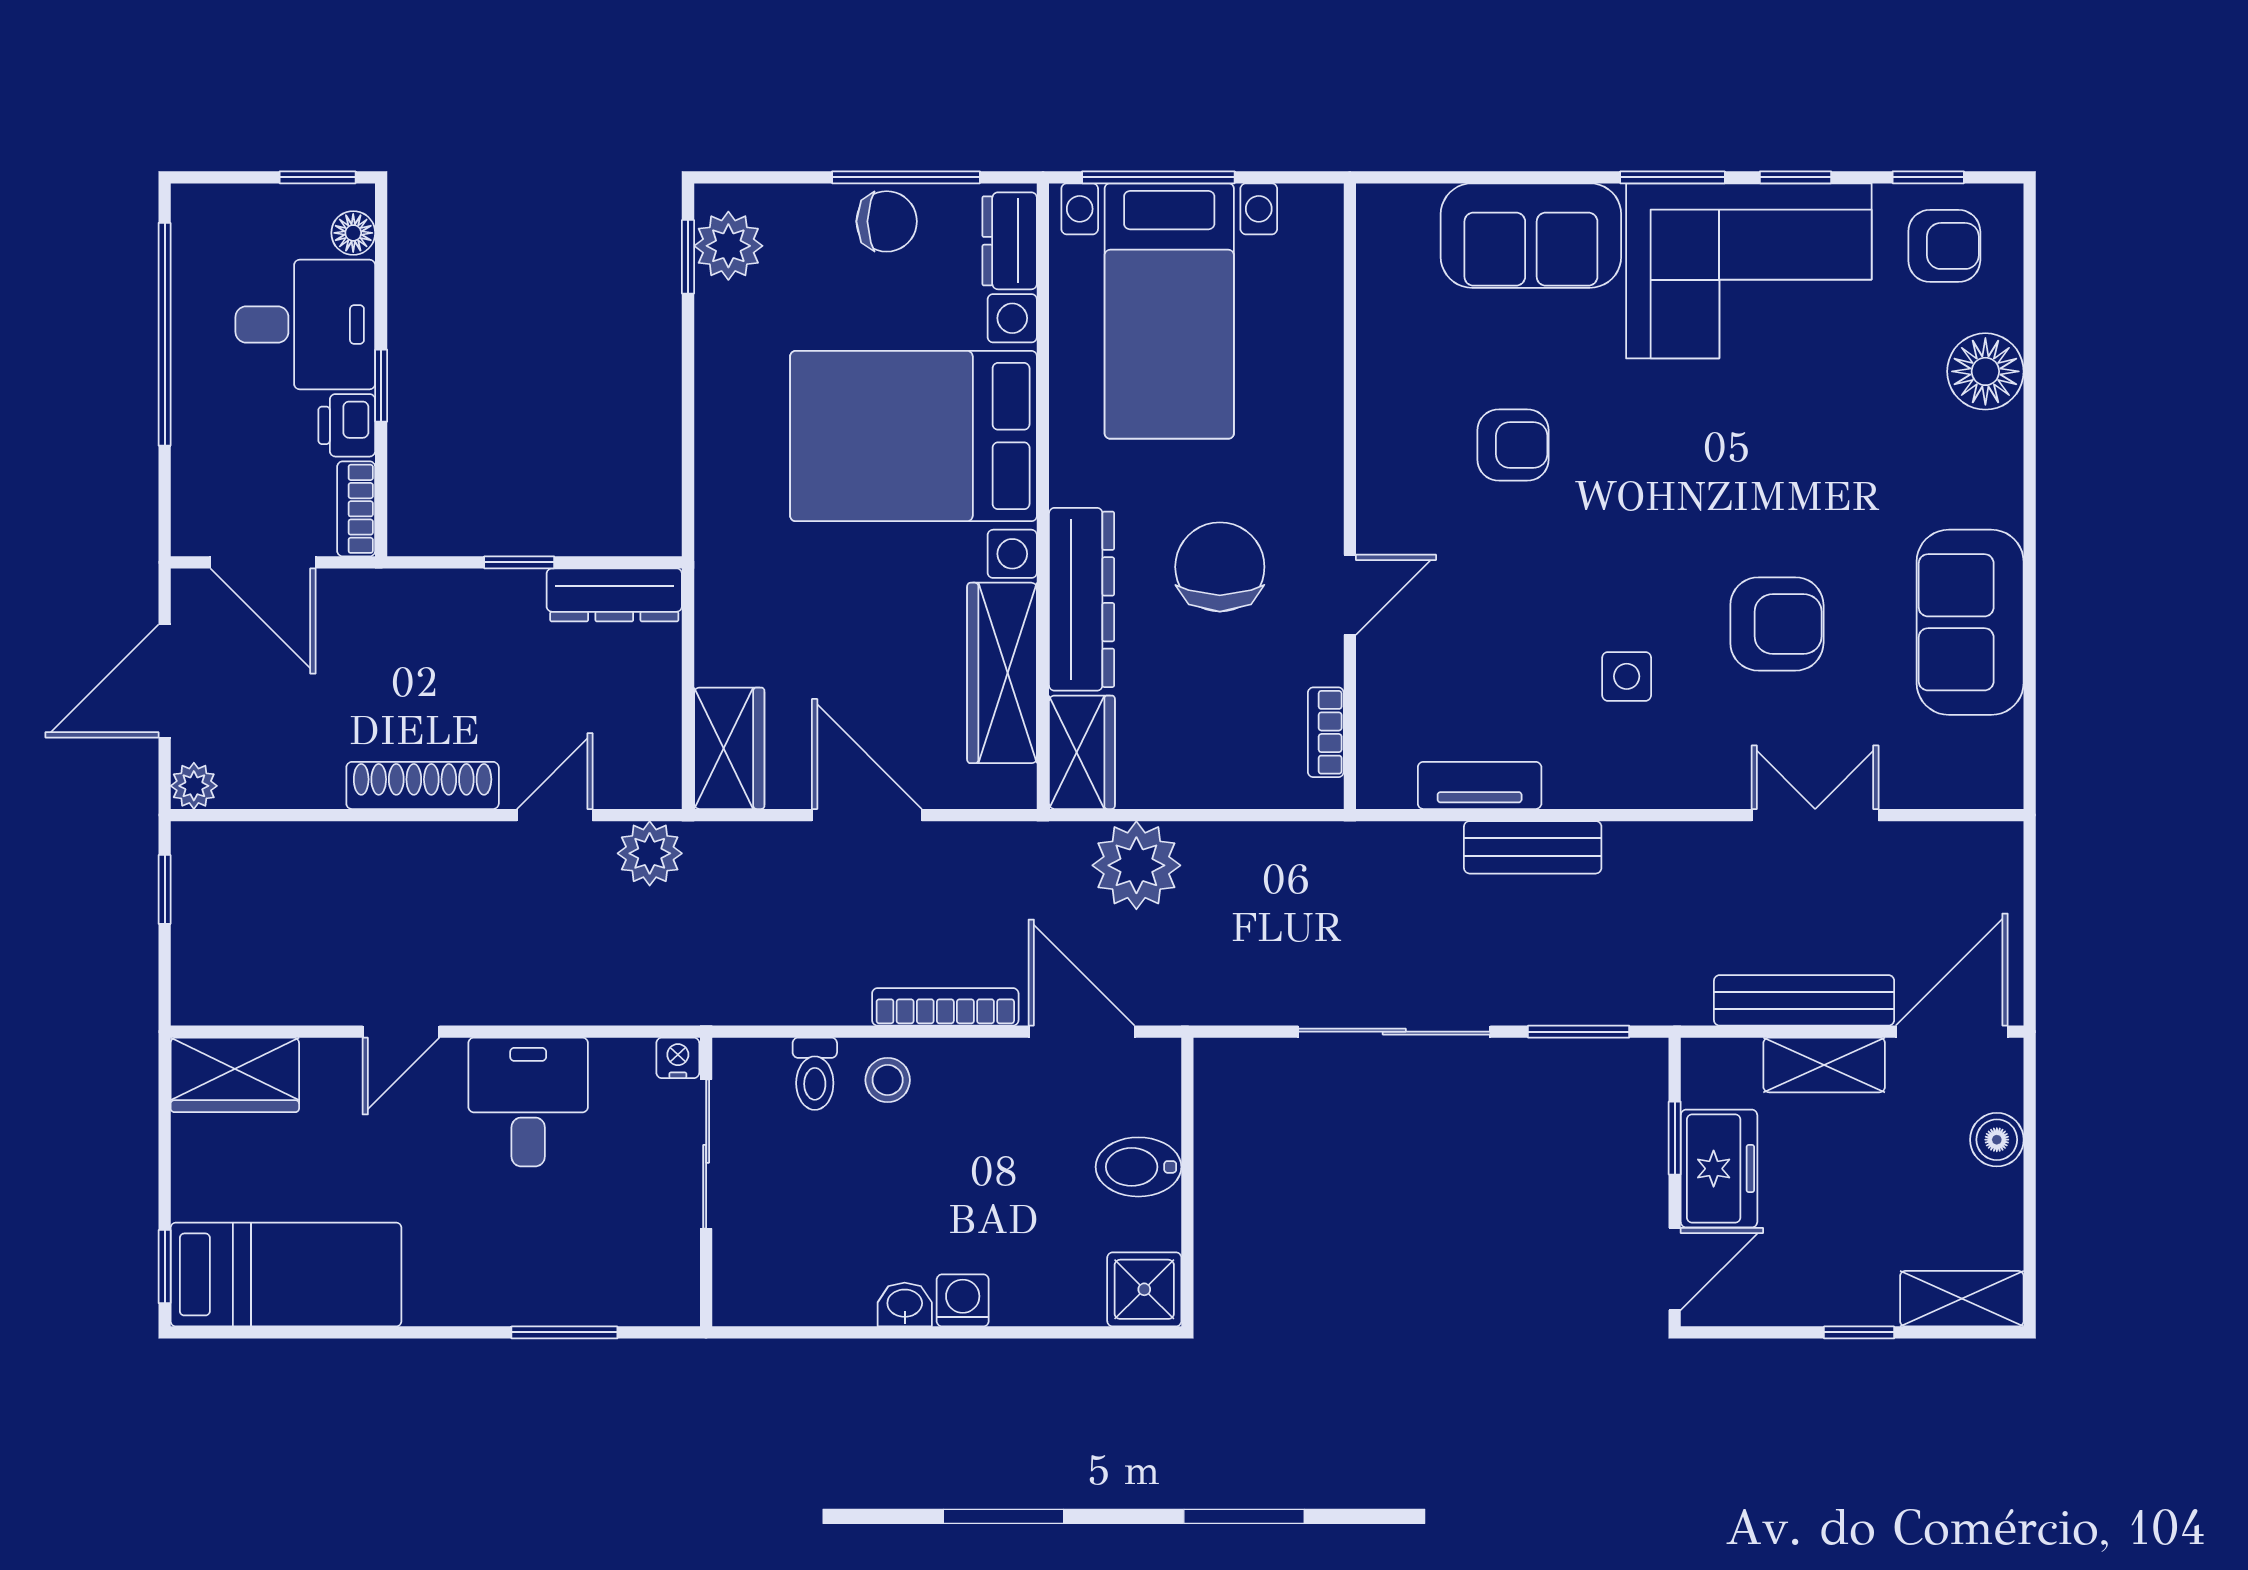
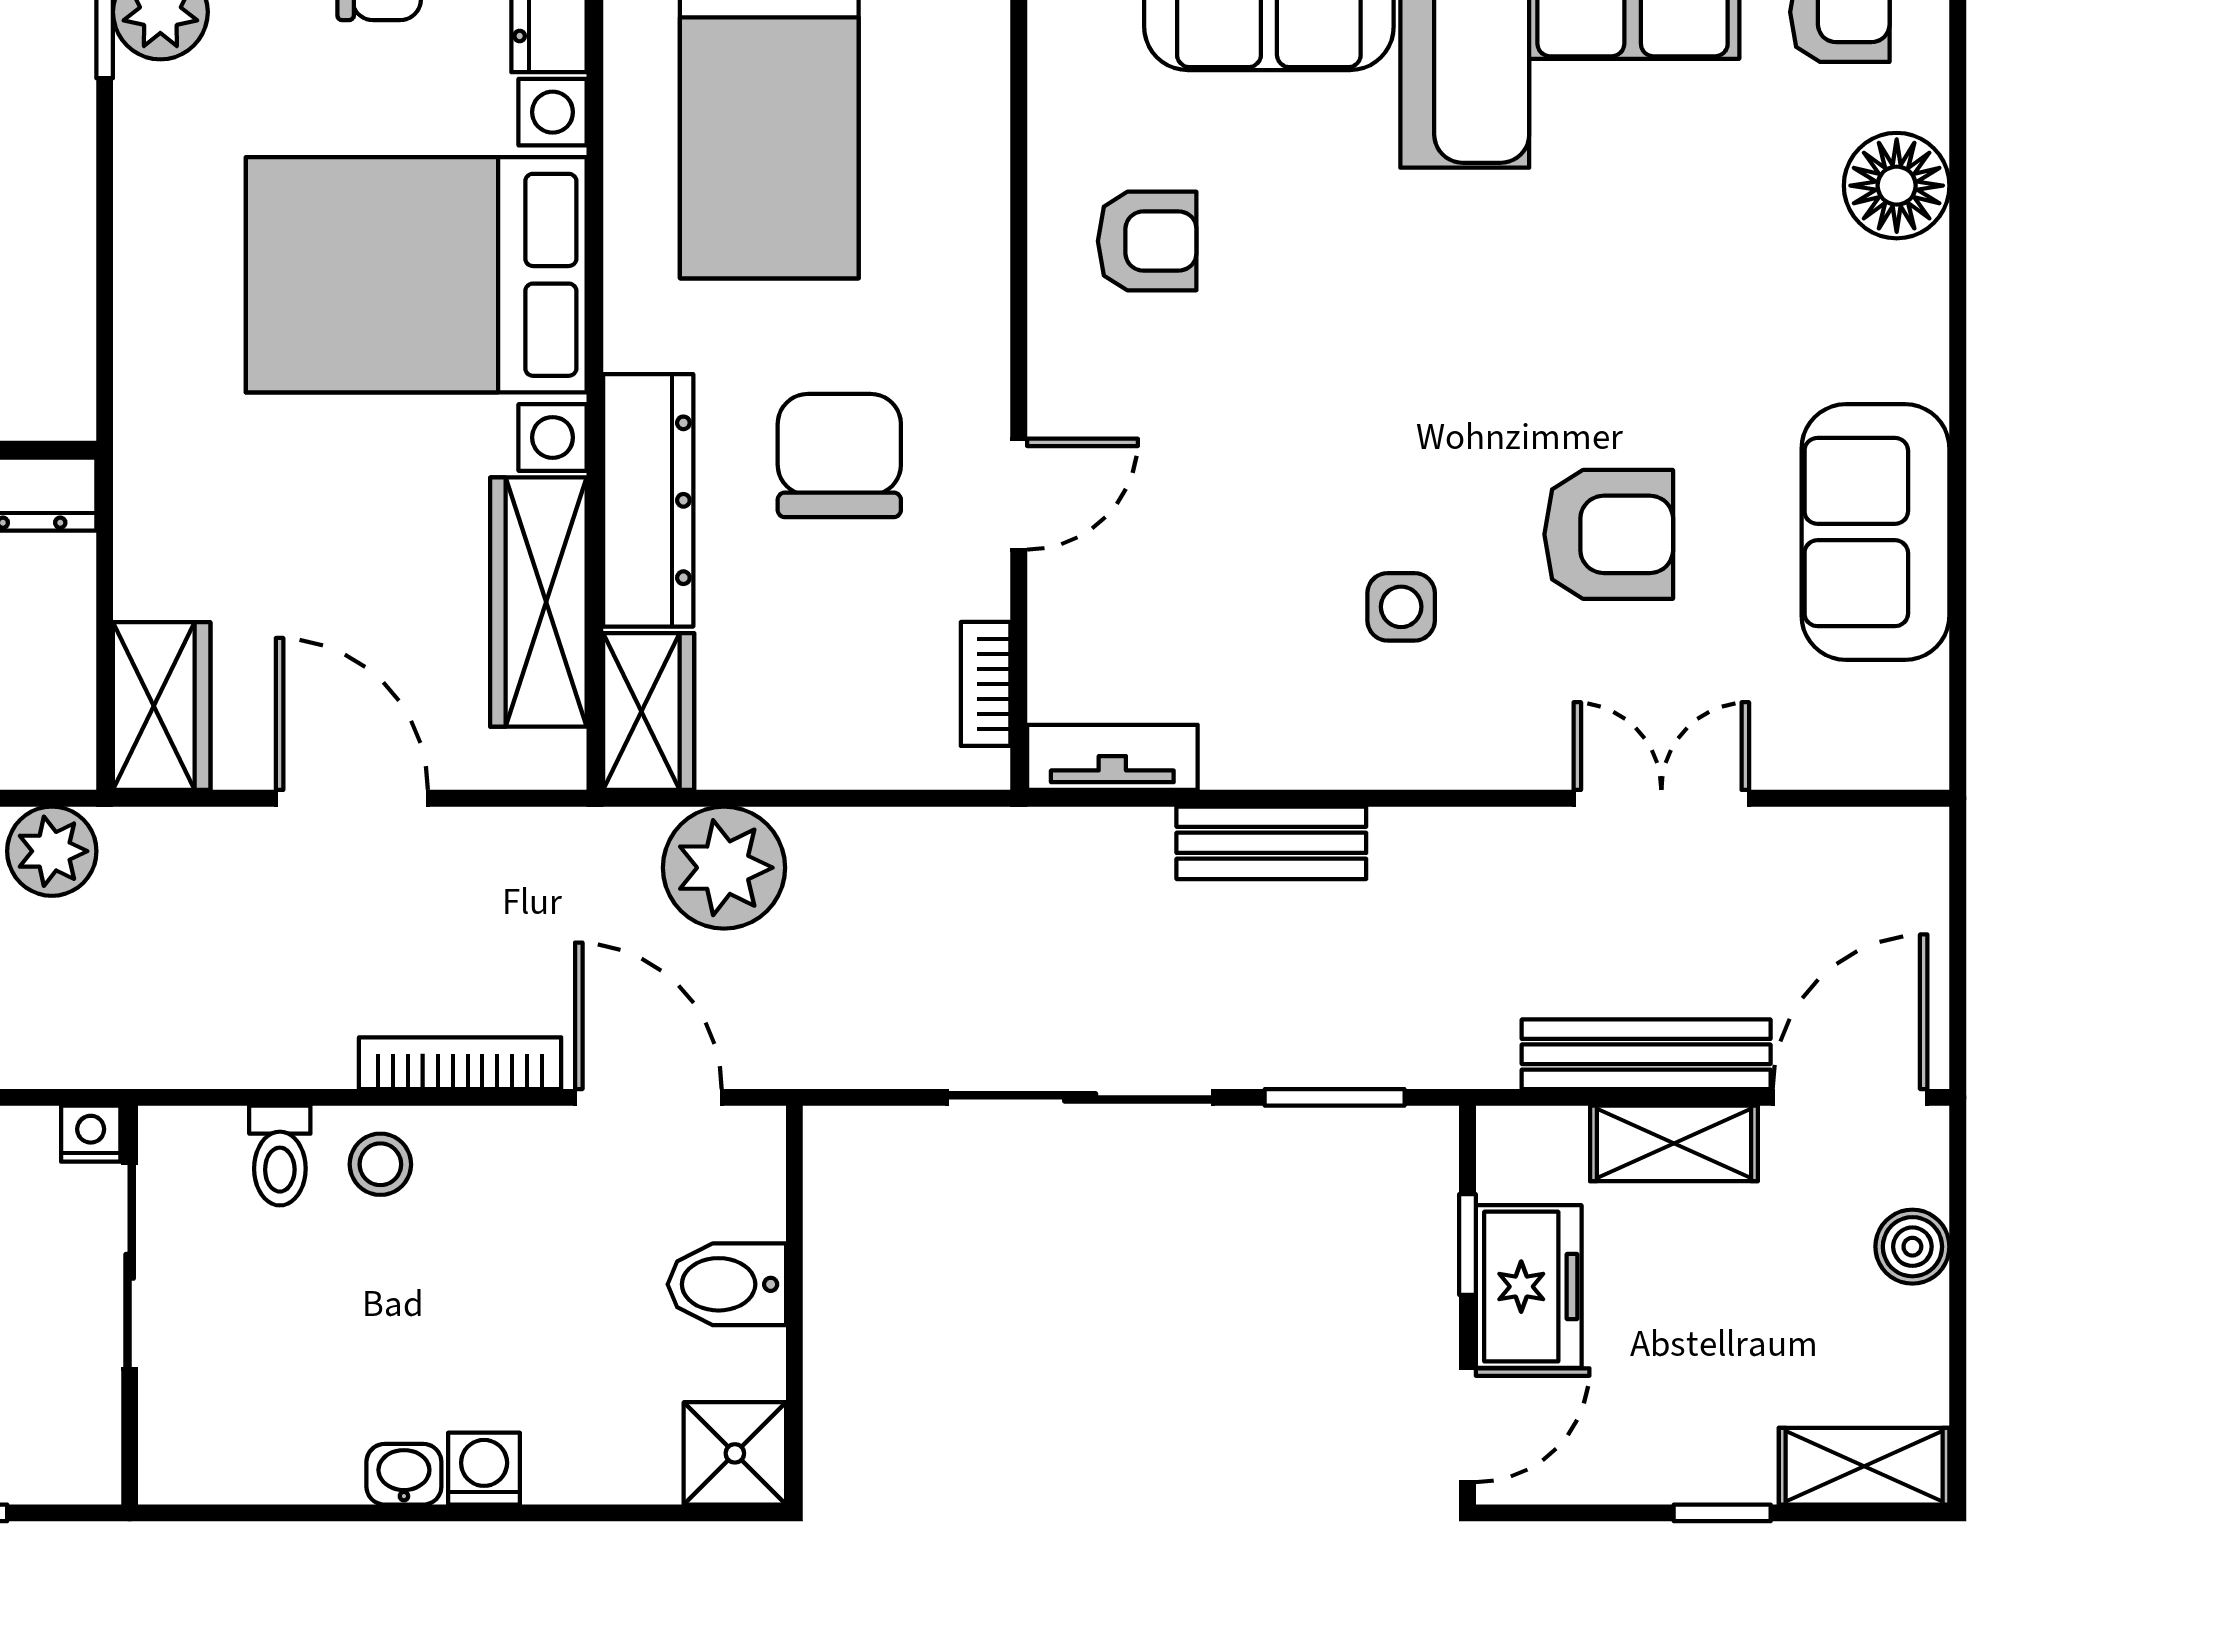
armchair: (1513, 445) -> (1147, 241), moved
tv unit: (1480, 785) -> (1112, 757), moved

